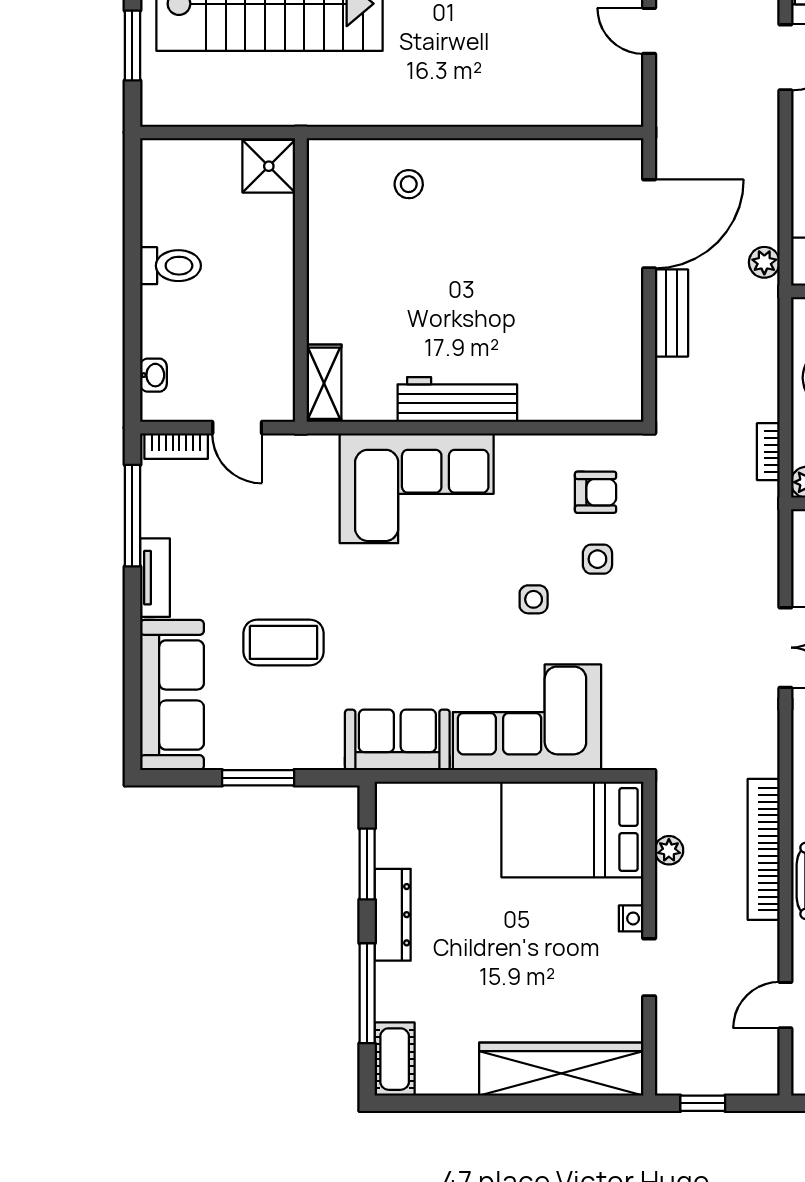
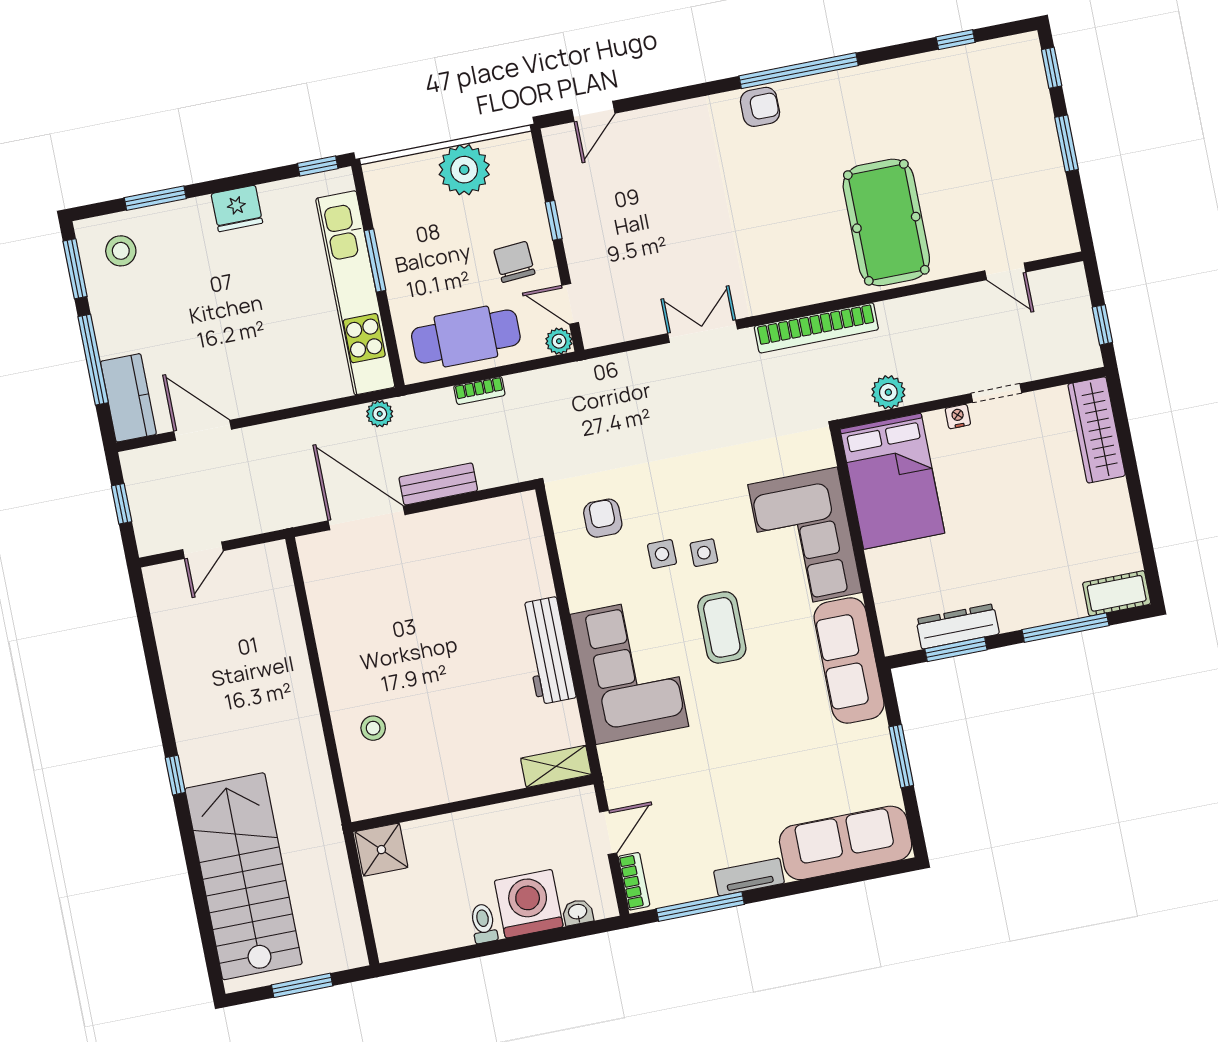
toilet: (170, 266) -> (484, 923), width x0.73, depth x0.72
washing machine: (174, 321) -> (529, 904), added
bookcase: (768, 452) -> (479, 390), moved
side table: (597, 559) -> (662, 554), moved
coffee table: (283, 642) -> (722, 627), moved
sofa: (397, 740) -> (849, 660), width x1.36
bookcase: (764, 849) -> (816, 328), moved
plant: (669, 850) -> (888, 392), width x1.38, depth x1.38
dresser: (393, 915) -> (958, 626), moved
wardrobe: (561, 1069) -> (1097, 430), width x0.71, depth x0.85

